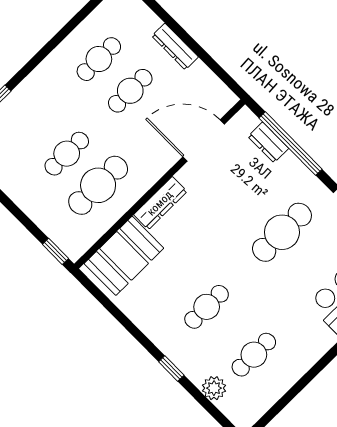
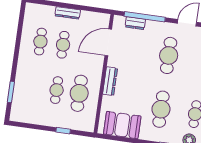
window: (55, 251) -> (63, 131), moved
booth: (124, 256) -> (122, 125), moved, turned 90
cafe table: (207, 307) -> (161, 109), width x1.37, depth x1.35

